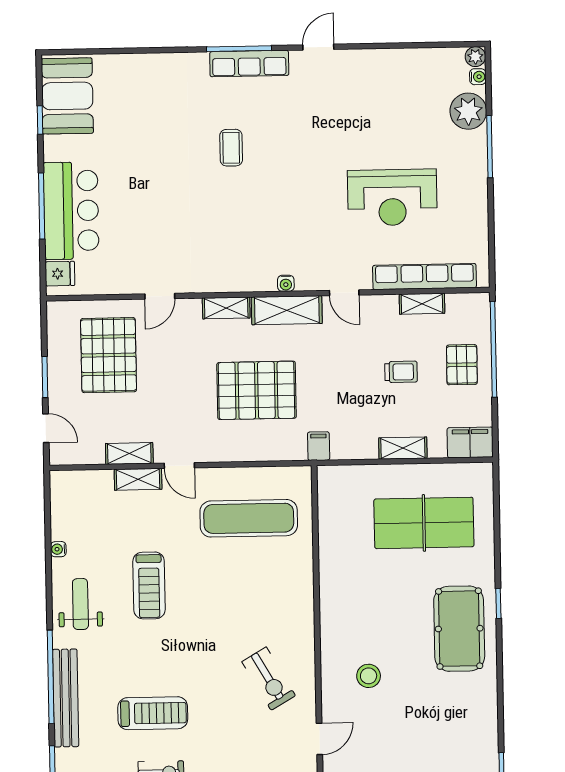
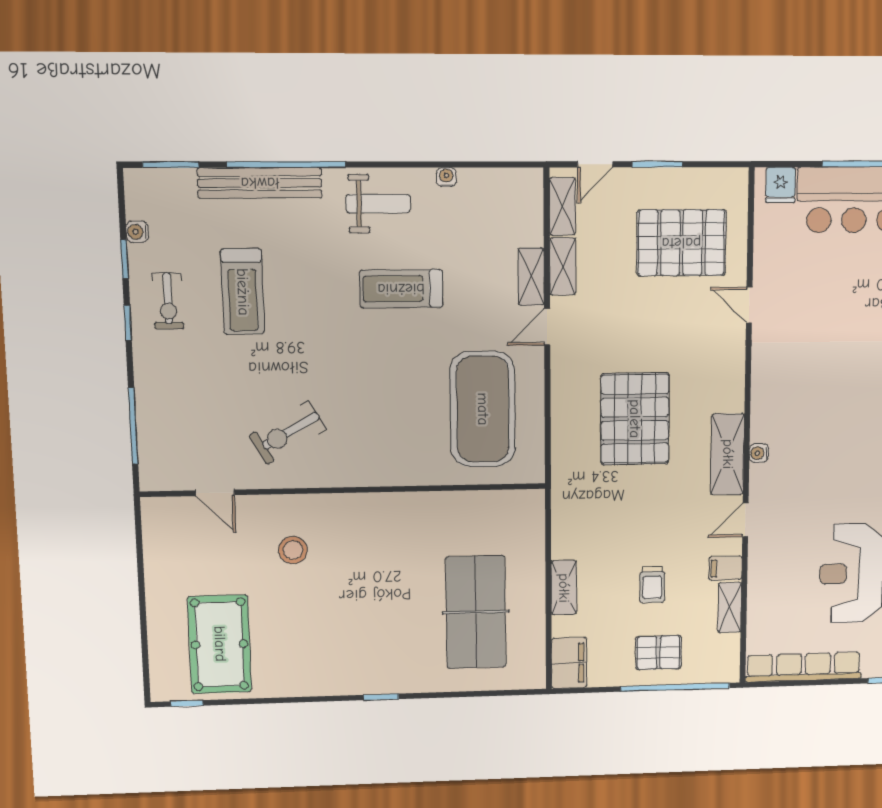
row of seats: (424, 277) -> (804, 667), moved, turned -90
shelving: (226, 308) -> (562, 206), moved
filing cabinet: (319, 446) -> (725, 568), moved, turned 180
exercise mat: (249, 518) -> (483, 409), width x1.47
pool table: (459, 629) -> (220, 644), moved, turned 90

